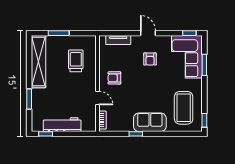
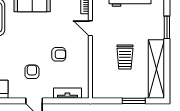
trolley: (76, 61) -> (125, 57), moved
armchair: (114, 78) -> (59, 54), moved

